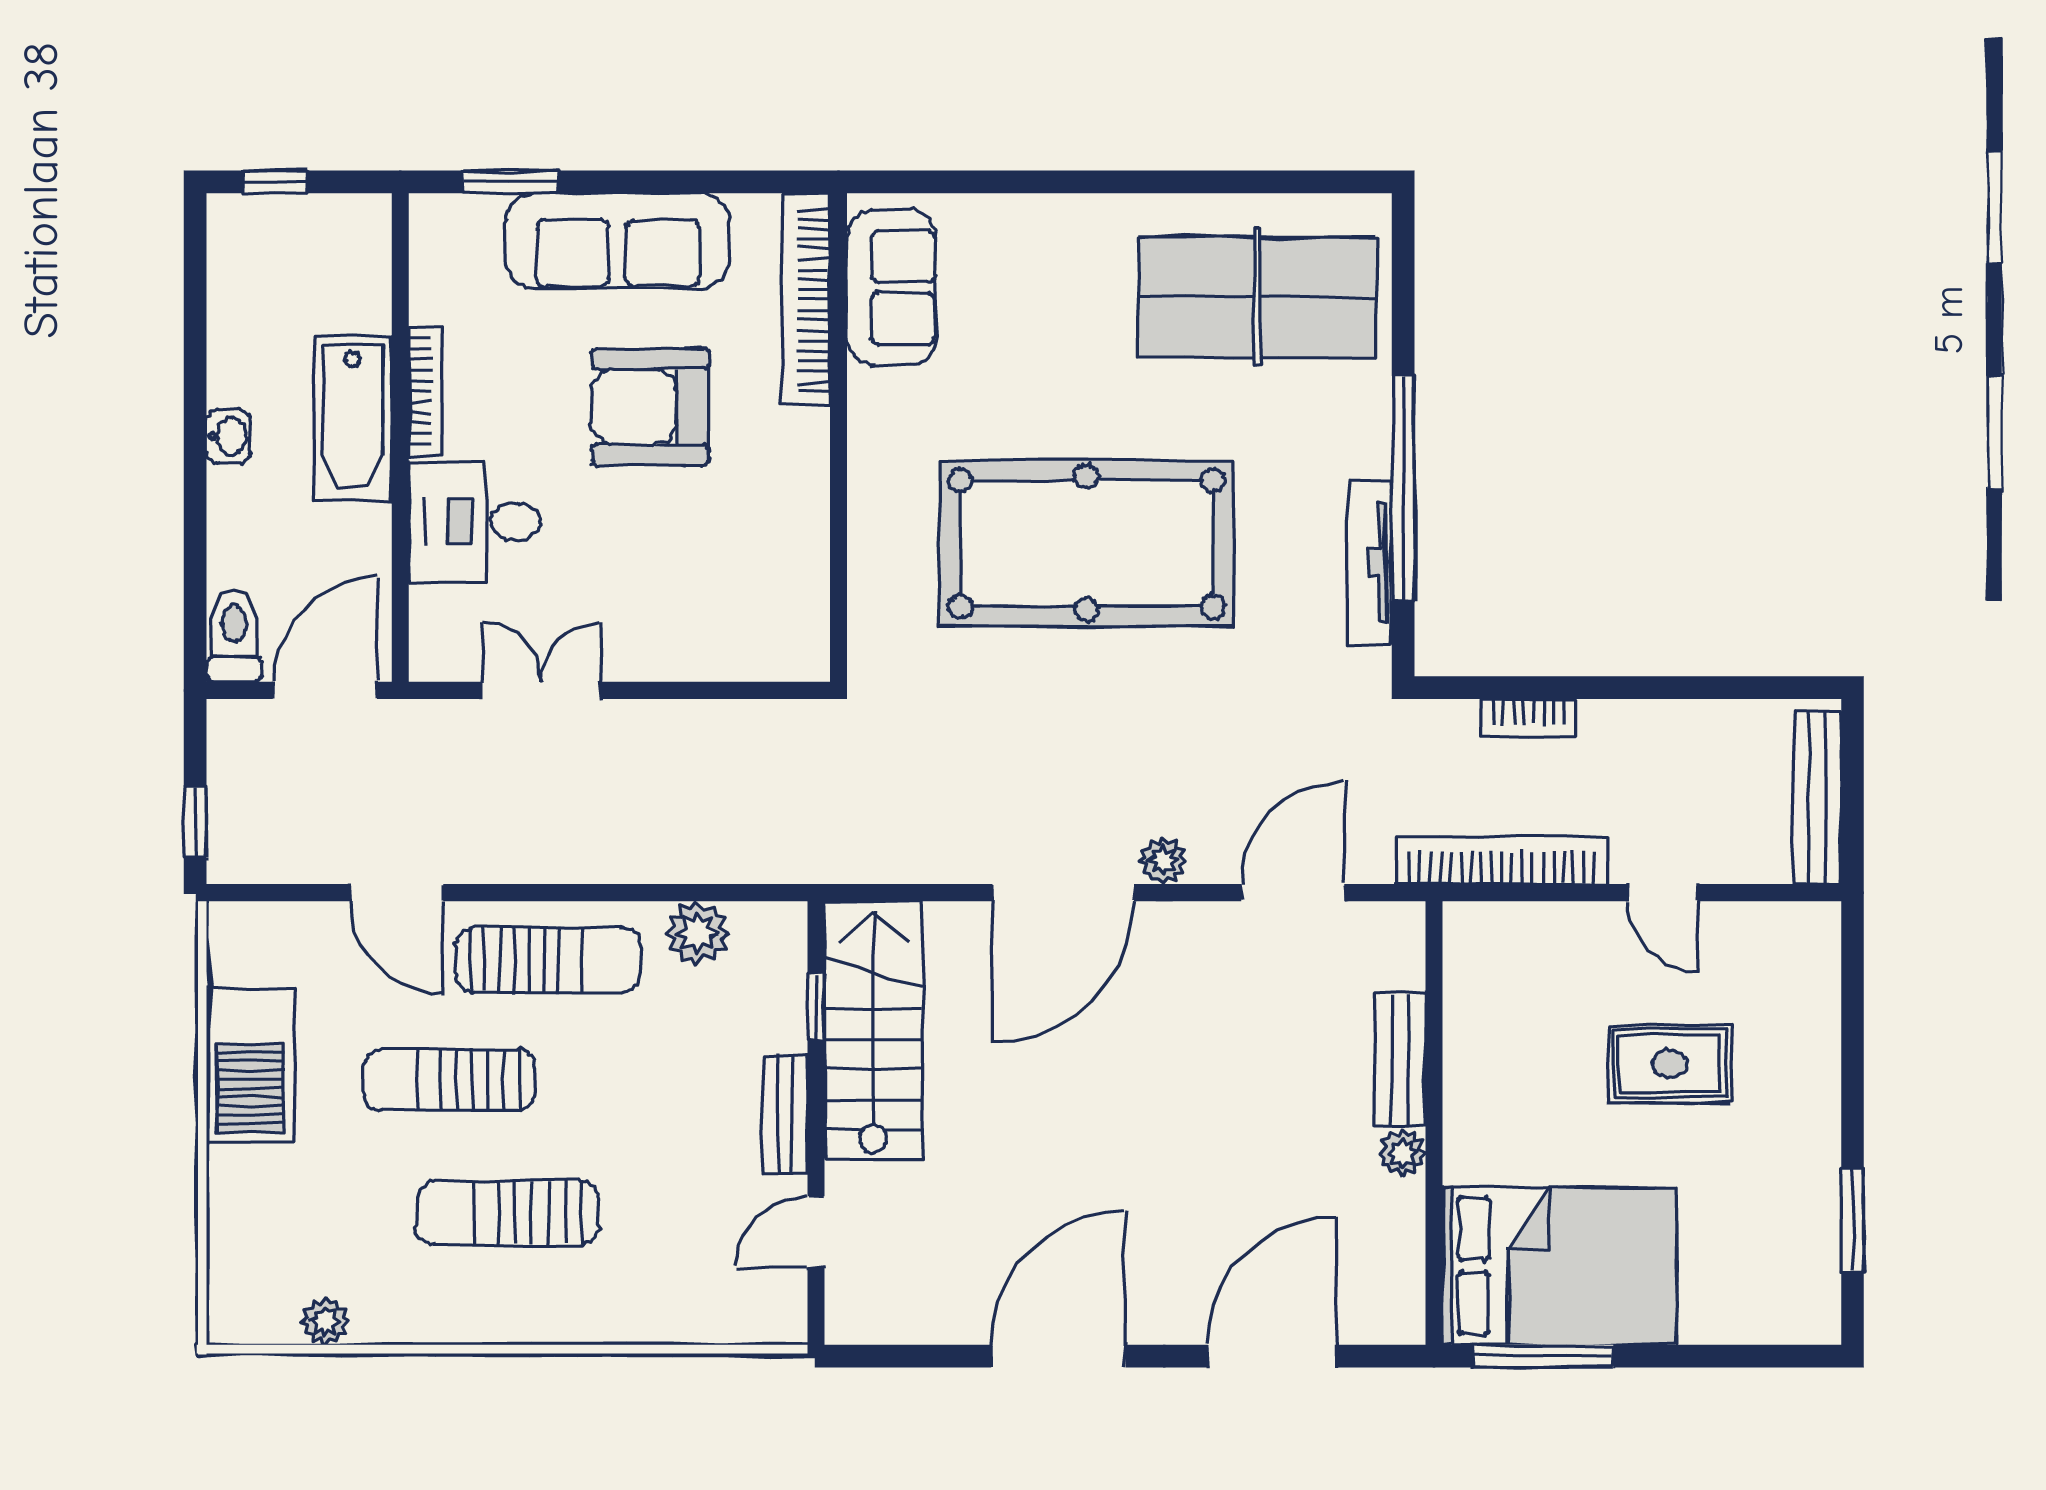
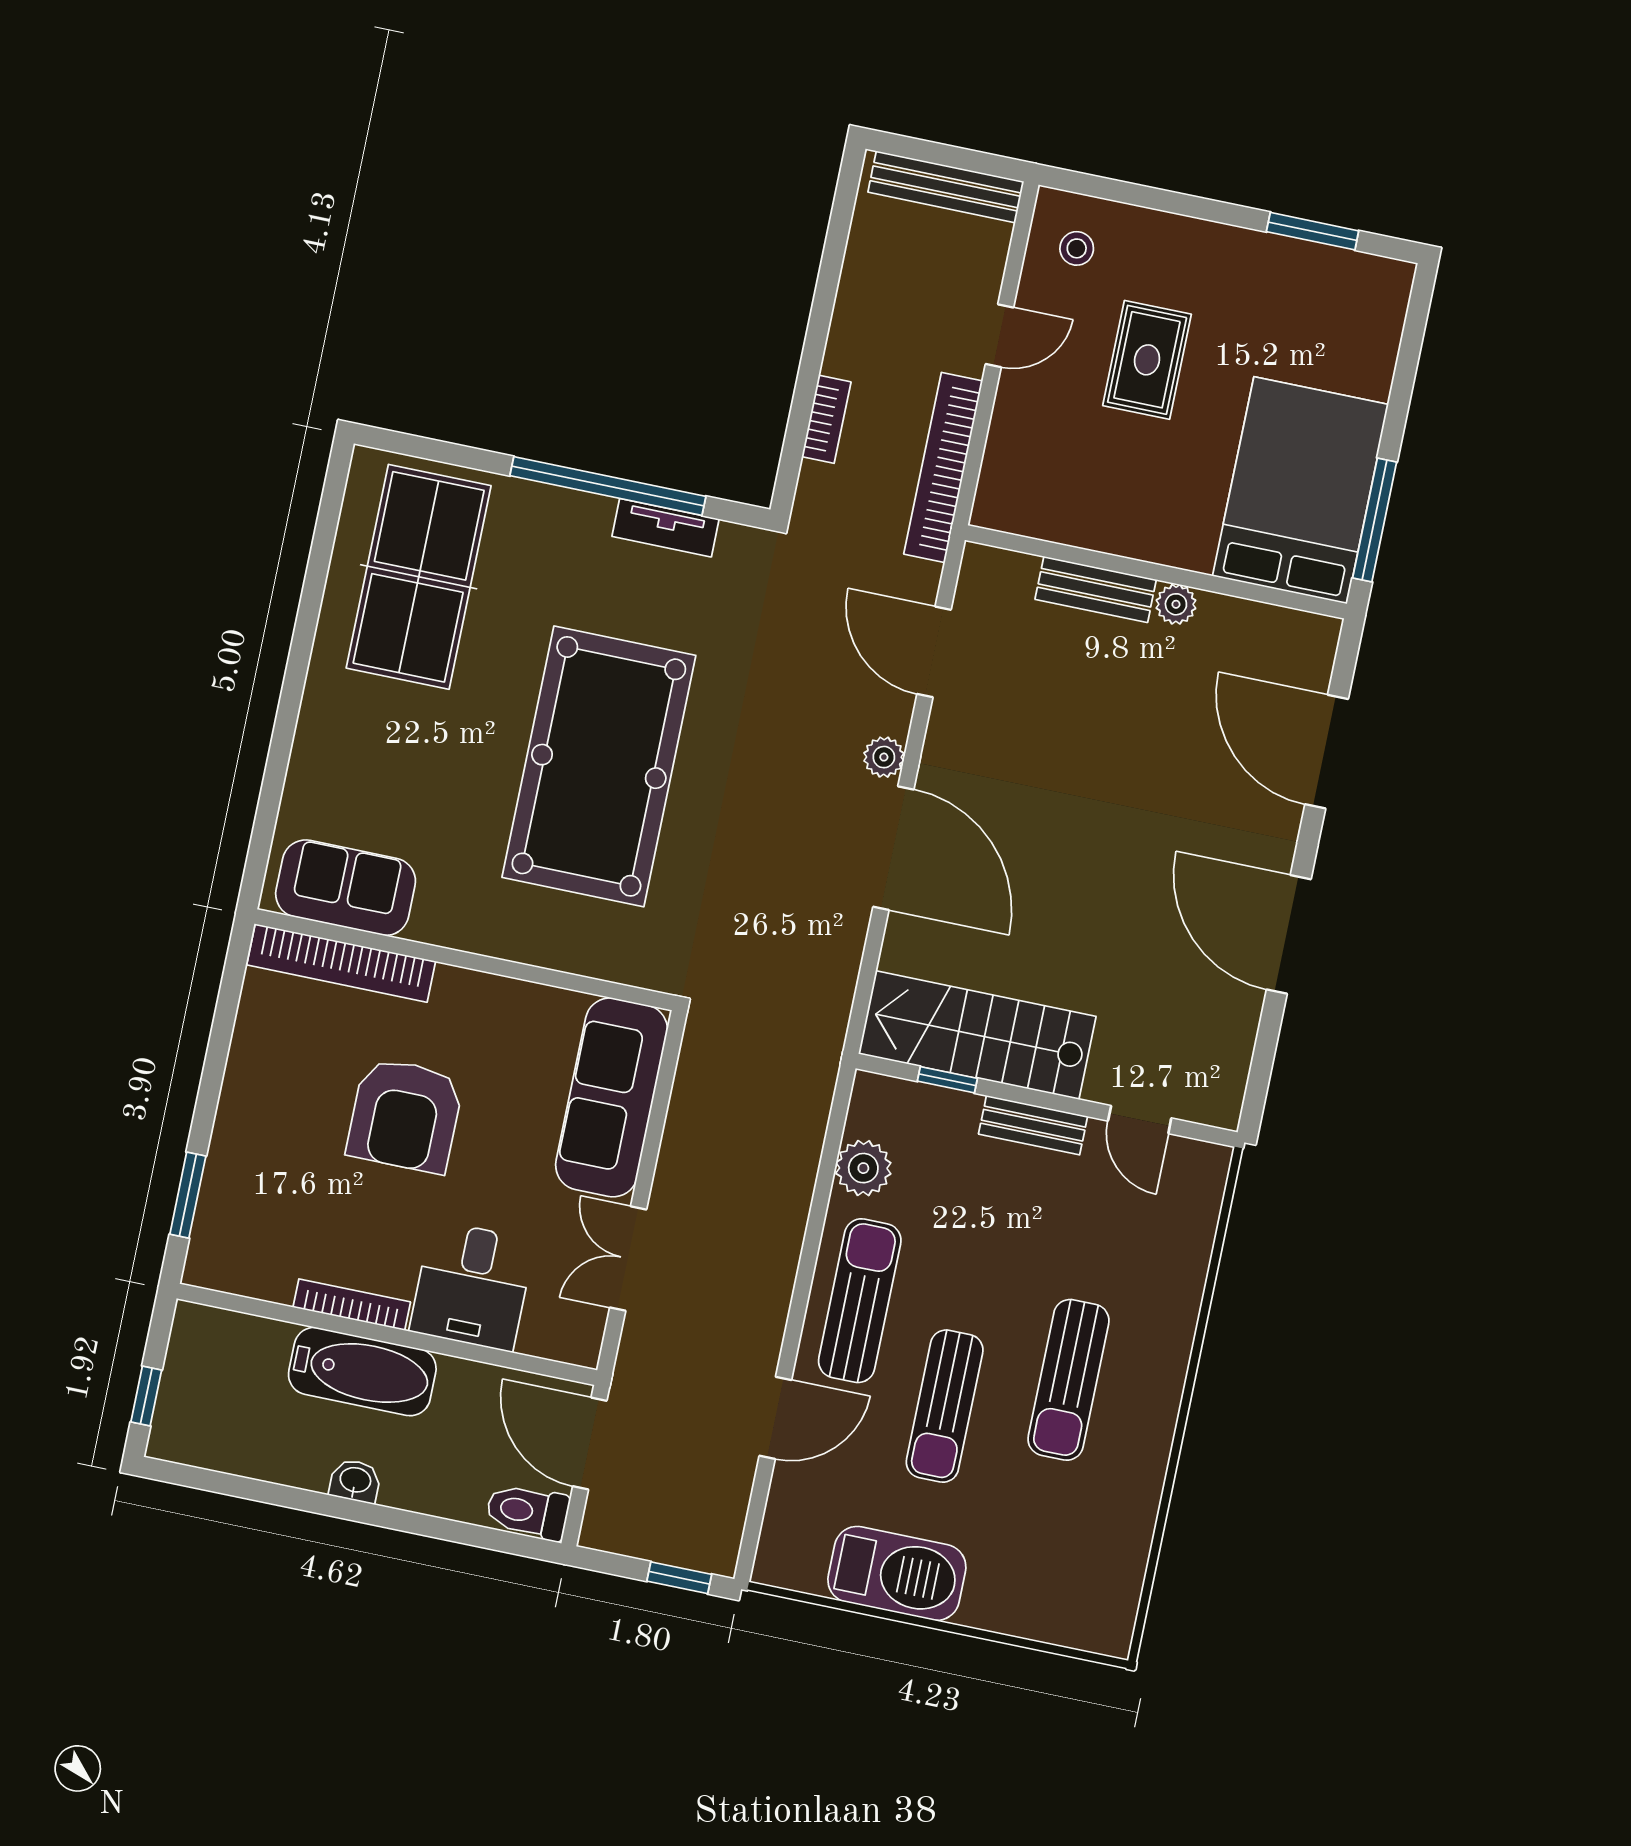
sofa: (618, 241) -> (612, 1097), moved, turned 180
tv unit: (1370, 563) -> (665, 528), width x0.71
stool: (1778, 959) -> (1077, 248), added
plant: (325, 1321) -> (1129, 1555), removed

